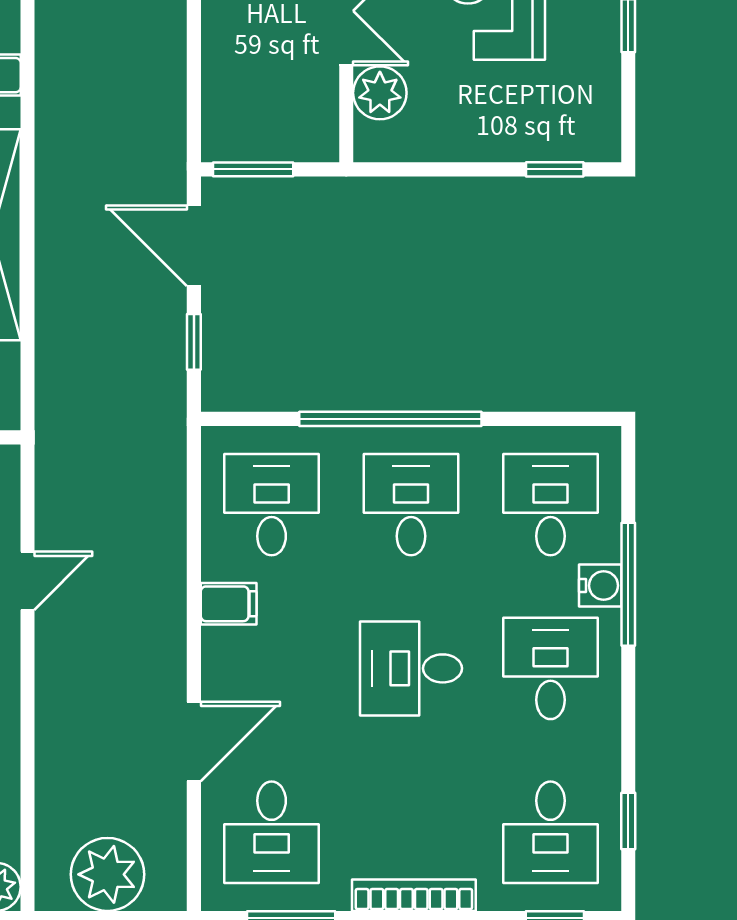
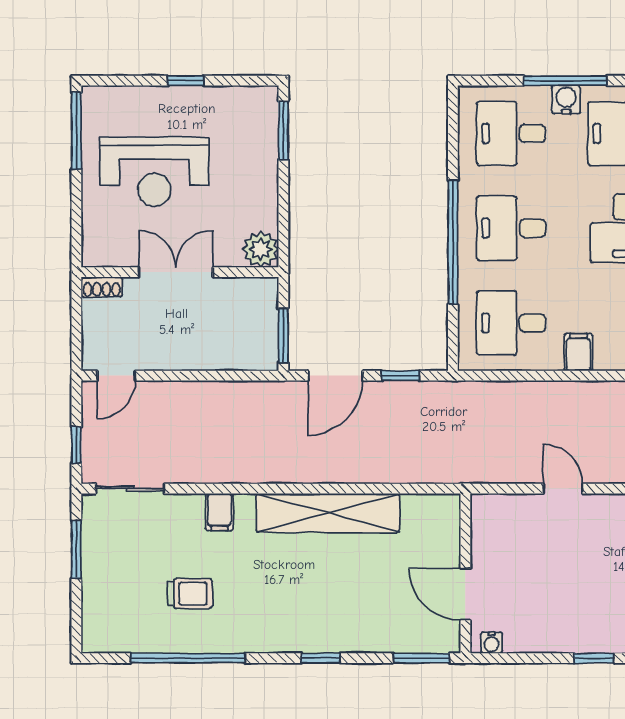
plant: (380, 93) -> (261, 249), moved
window: (555, 169) -> (283, 131), width x1.50

